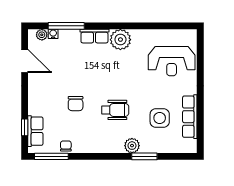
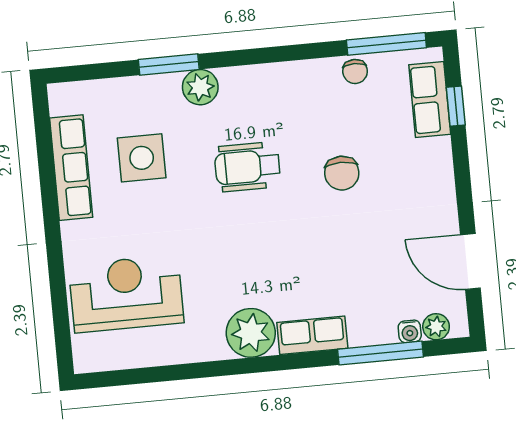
chair: (76, 104) -> (342, 173), turned 180

